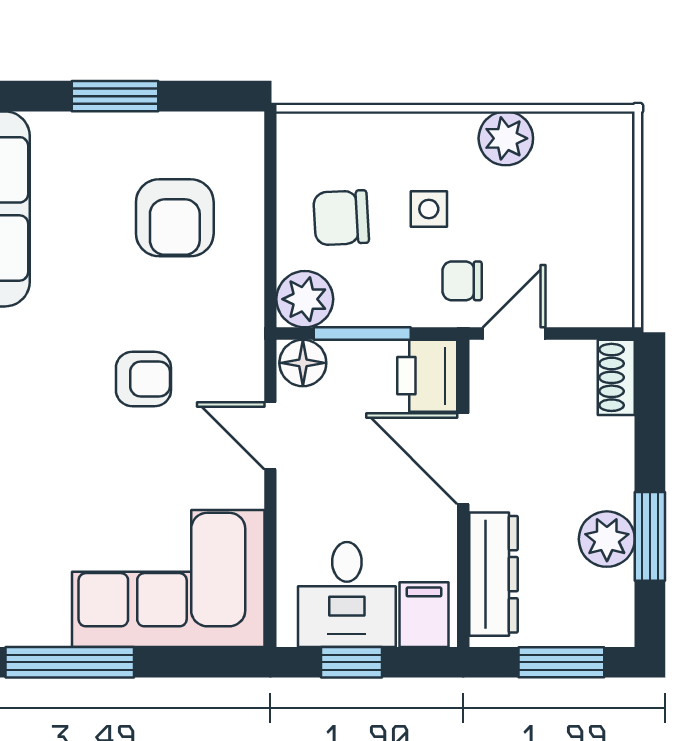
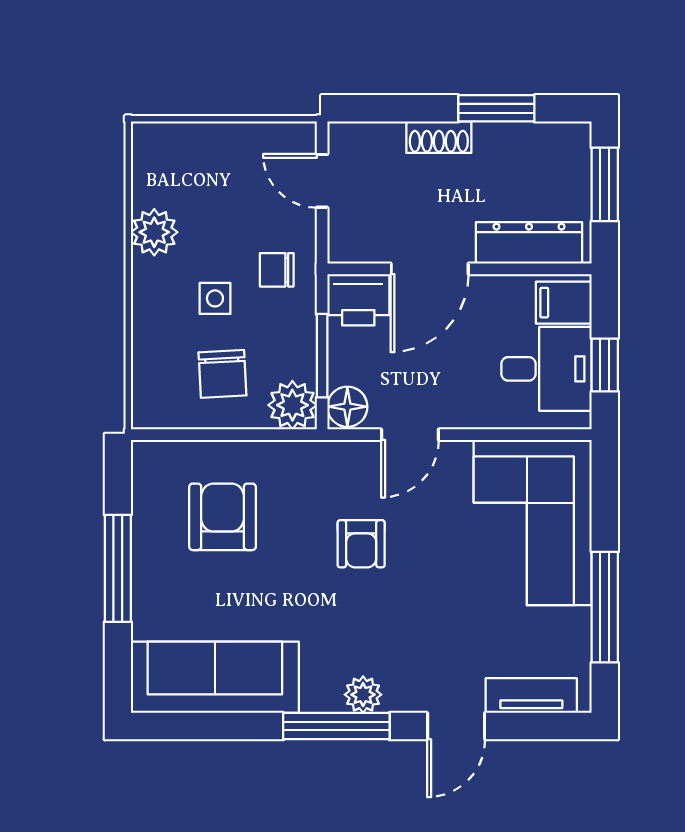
window: (115, 96) -> (118, 568), width x1.44
armchair: (175, 218) -> (223, 517), turned -90
chair: (462, 281) -> (277, 270), turned 90
door: (514, 333) -> (322, 181), moved
shoe rack: (616, 377) -> (439, 137), moved
armchair: (143, 379) -> (361, 544), turned 180
plant: (607, 539) -> (499, 145), removed

